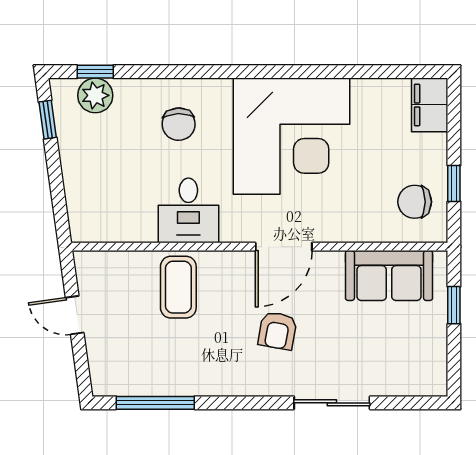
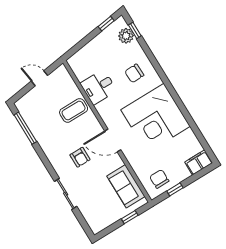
desk: (188, 210) -> (98, 87), moved
door: (75, 315) -> (40, 78), hinge flipped
armchair: (277, 331) -> (80, 157), turned -100

